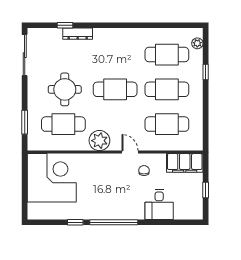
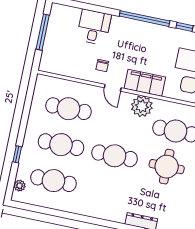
filing cabinet: (185, 163) -> (145, 83), moved
window: (206, 190) -> (43, 32), width x2.17

